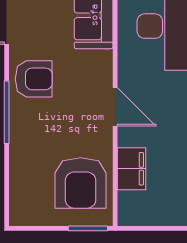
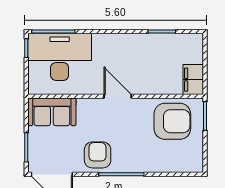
door: (115, 107) -> (118, 96), hinge flipped
filing cabinet: (131, 169) -> (193, 80), moved, turned -90

